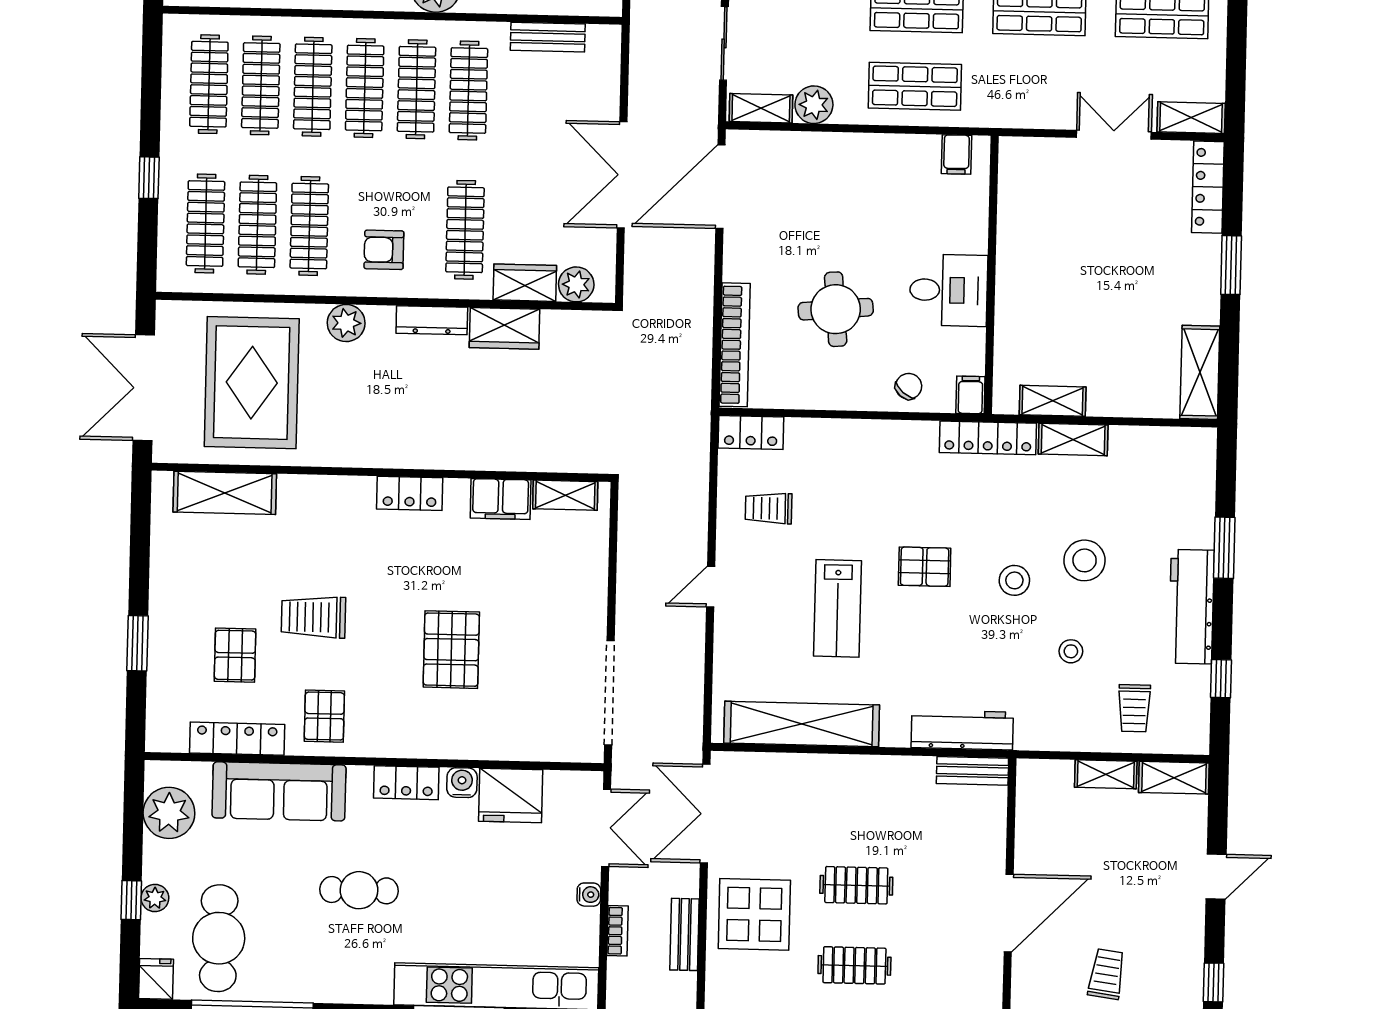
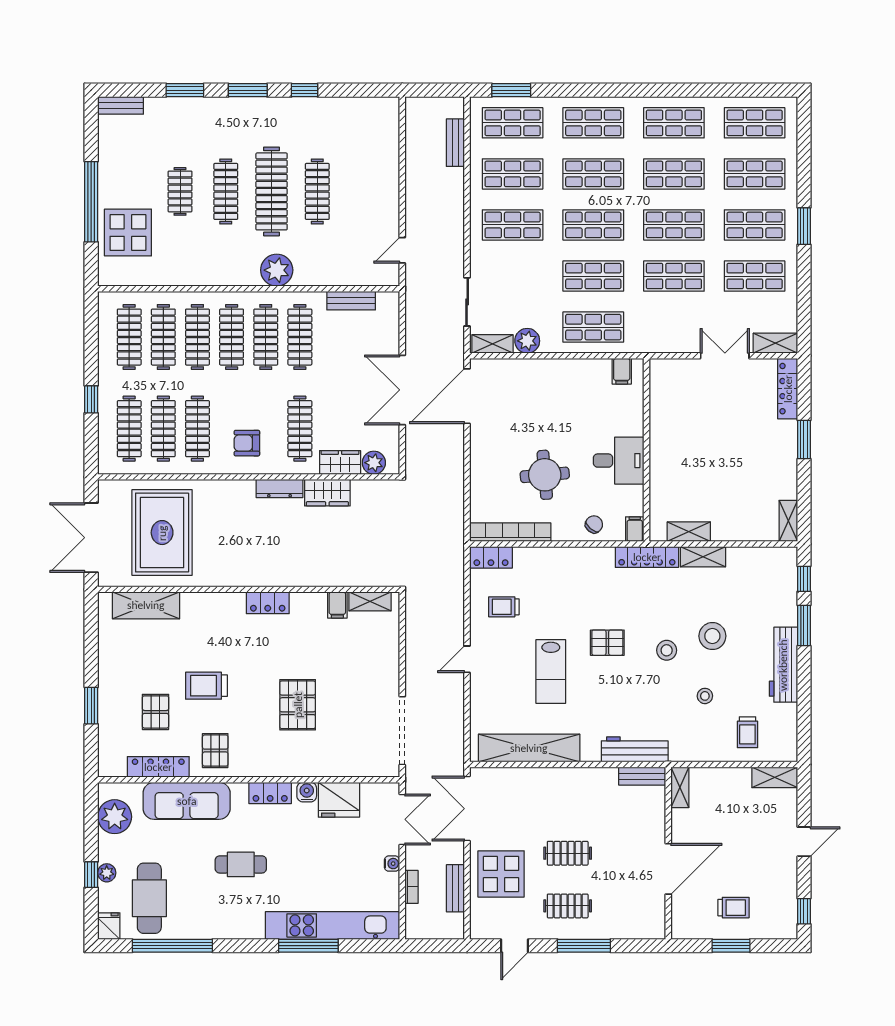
plant: (346, 323) -> (223, 492), removed
bookcase: (735, 345) -> (510, 532), moved, turned -90
shelving: (1200, 372) -> (788, 521), width x0.67, depth x0.75
filing cabinet: (501, 499) -> (337, 605), width x0.50
window: (1221, 679) -> (804, 579), moved
shelving: (1106, 774) -> (680, 787), moved, turned 90
trolley: (1107, 974) -> (734, 908), turned 82

